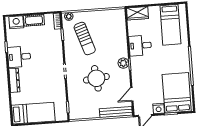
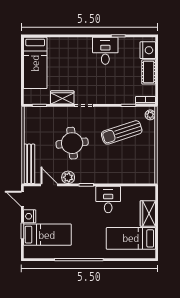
wardrobe: (137, 13) -> (148, 214), moved
plant: (123, 63) -> (68, 177), moved
dresser: (14, 80) -> (77, 43), removed
wardrobe: (60, 89) -> (62, 97), added
bed: (177, 93) -> (47, 235), width x0.67

